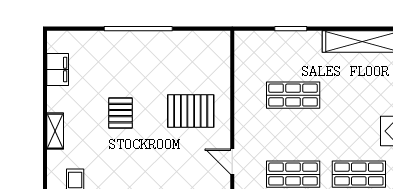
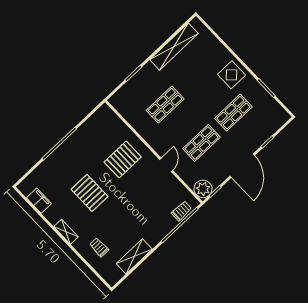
pallet: (120, 113) -> (90, 193), width x1.50, depth x1.42
door: (232, 162) -> (166, 165), swing flipped

